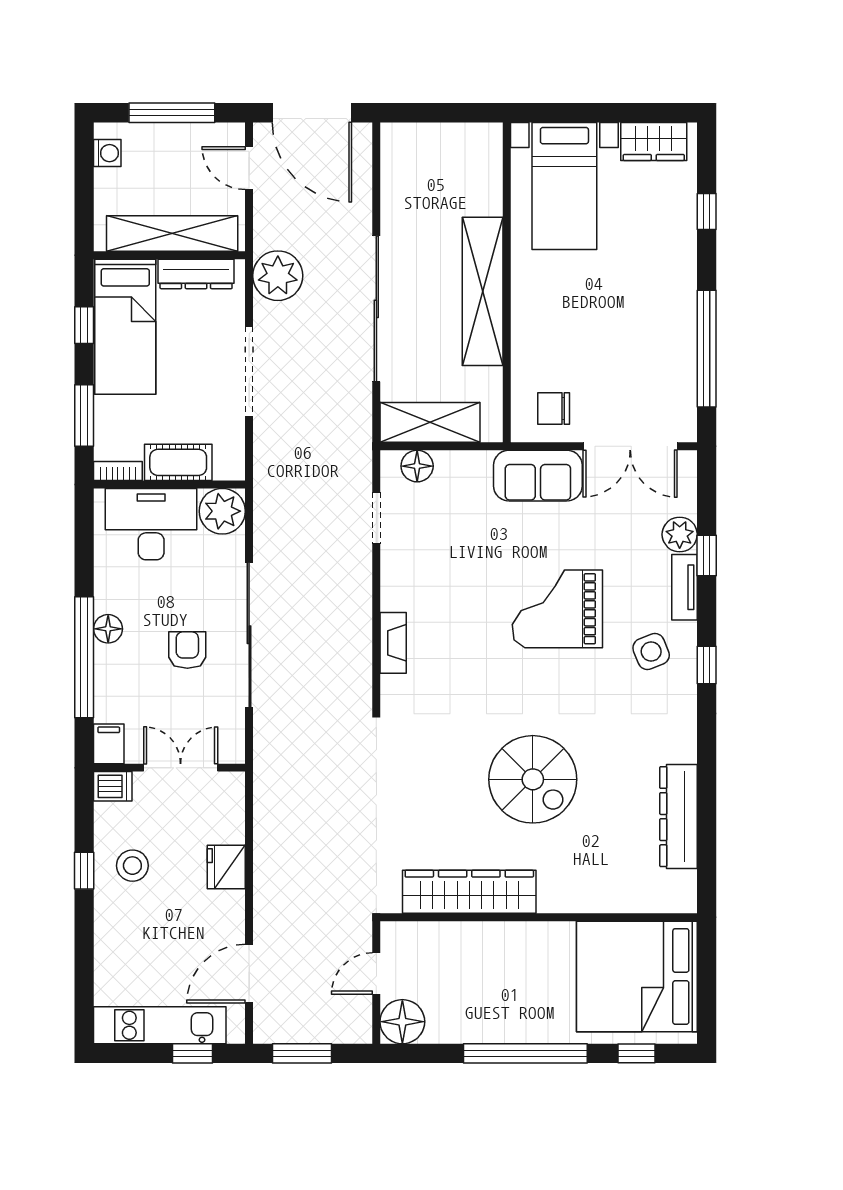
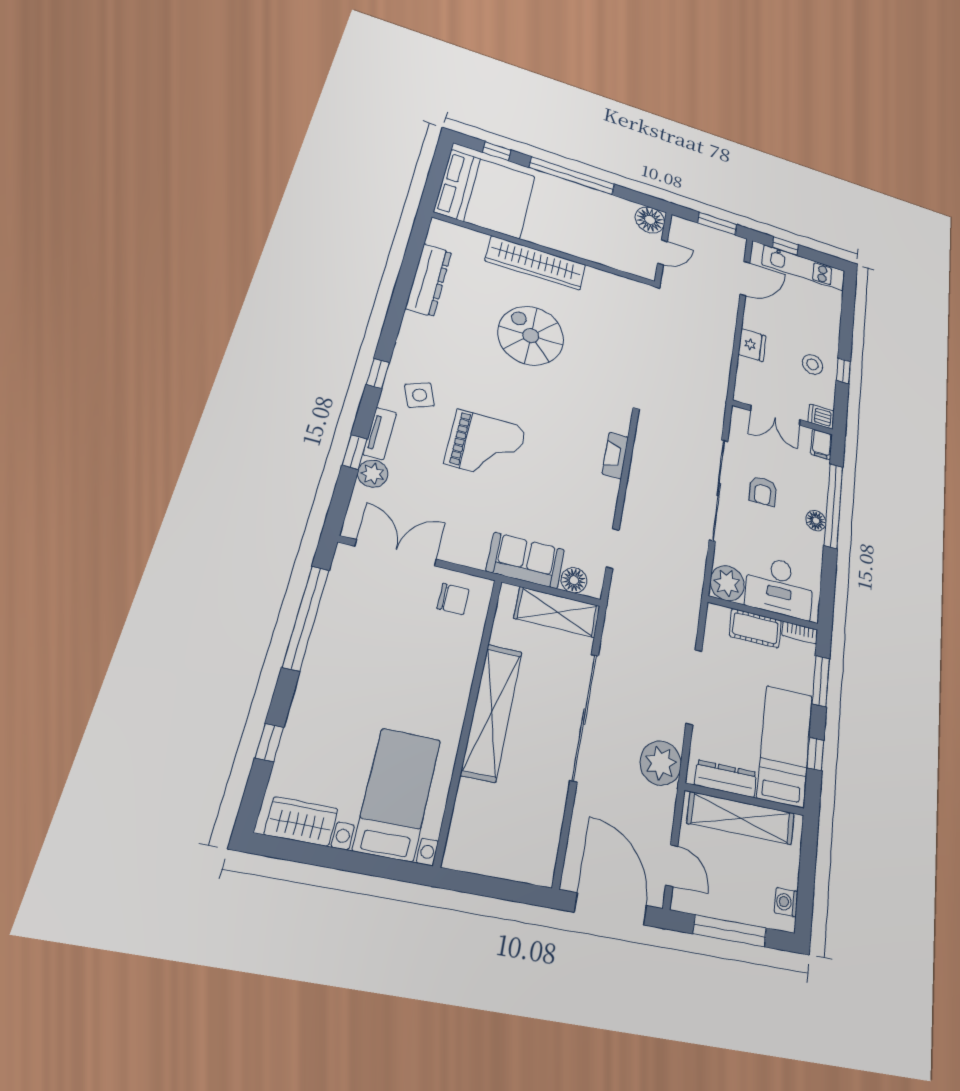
sofa: (538, 476) -> (526, 560), moved
wardrobe: (469, 892) -> (536, 263), moved

